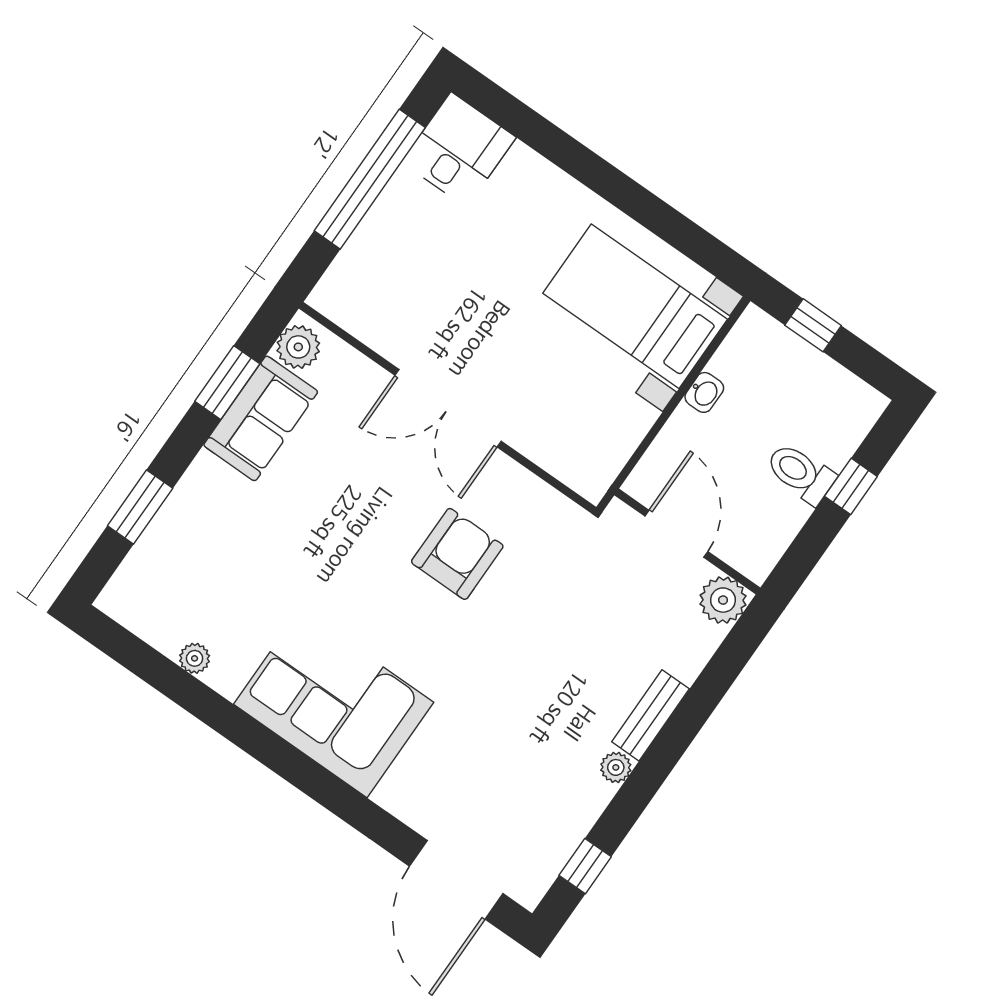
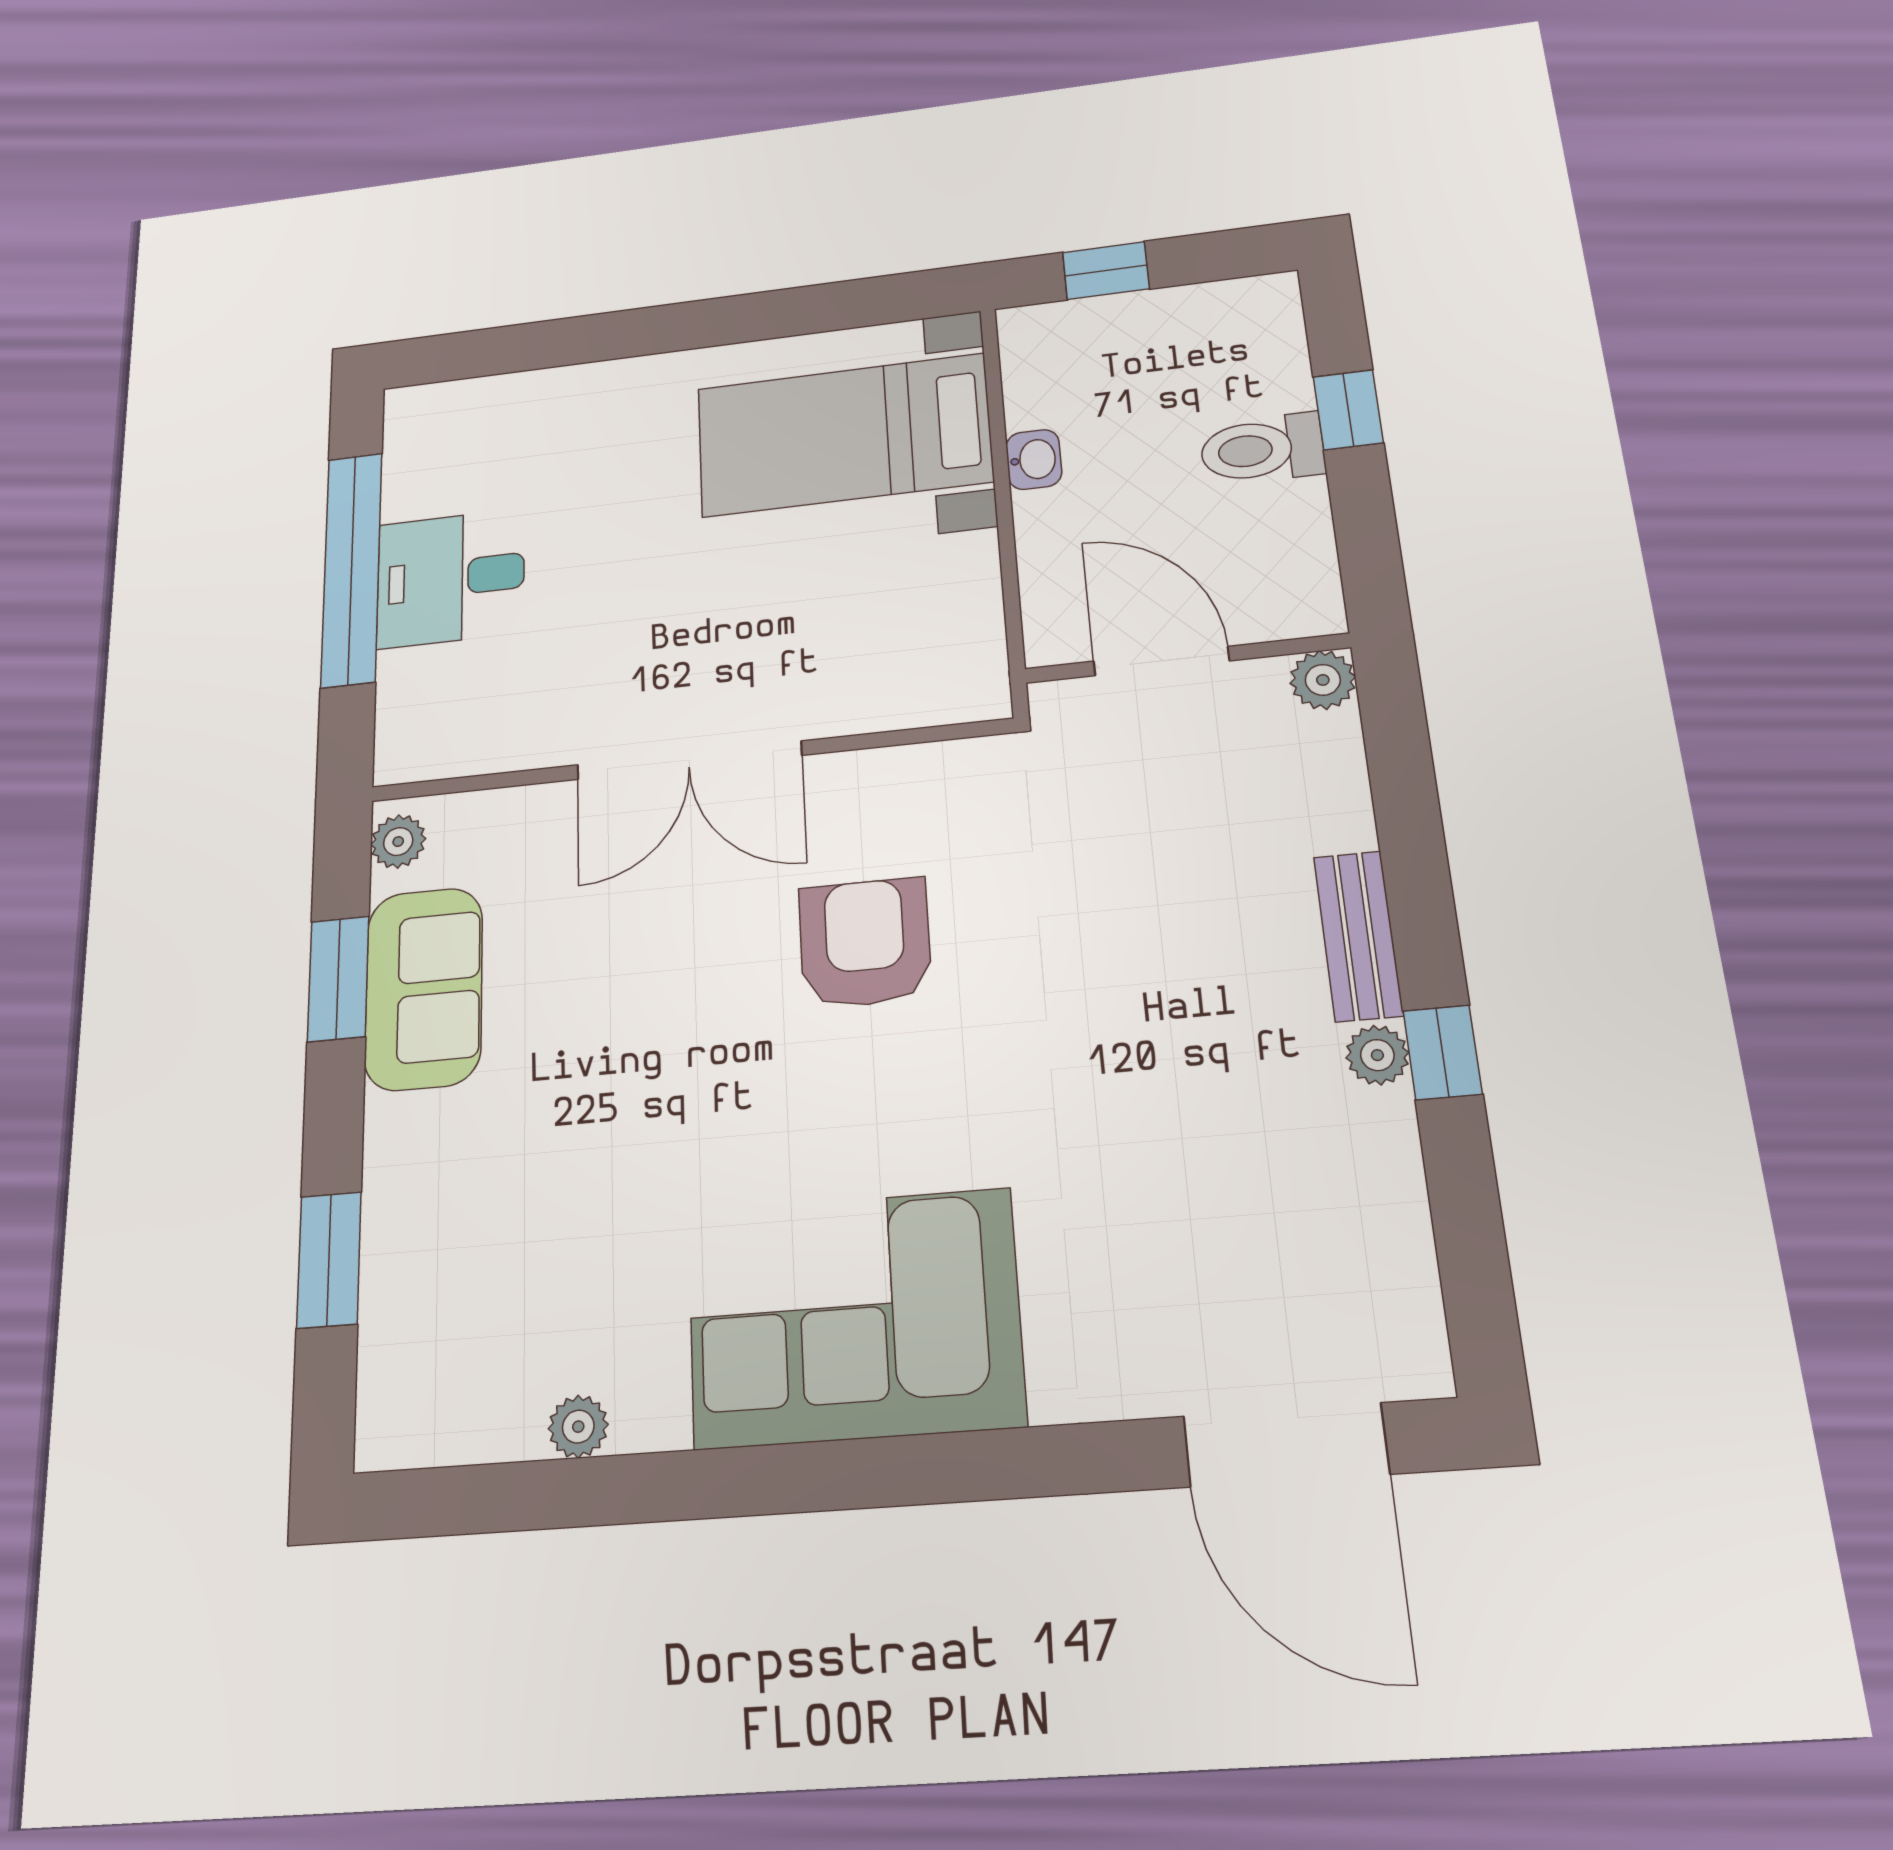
desk: (459, 150) -> (451, 578), moved, turned -90
plant: (298, 347) -> (398, 842), width x0.73, depth x0.73
plant: (723, 600) -> (1323, 680), width x0.73, depth x0.73
window: (585, 866) -> (1443, 1052), moved

